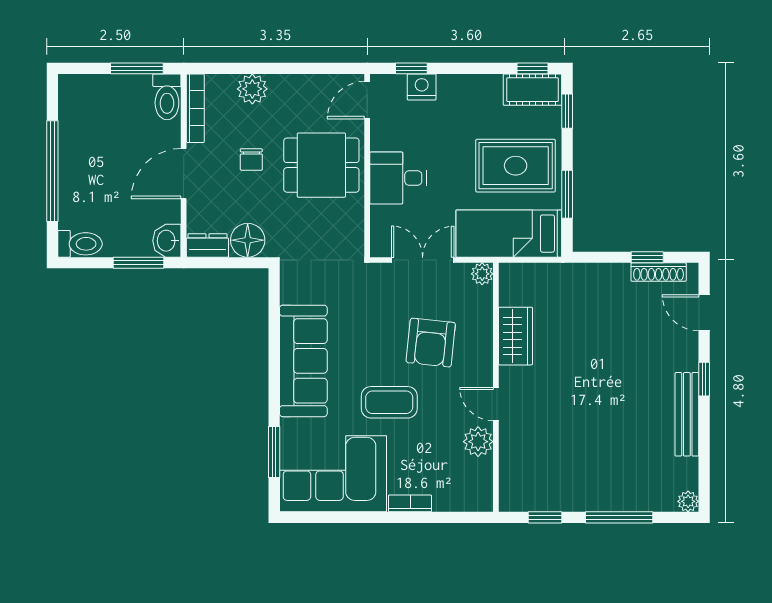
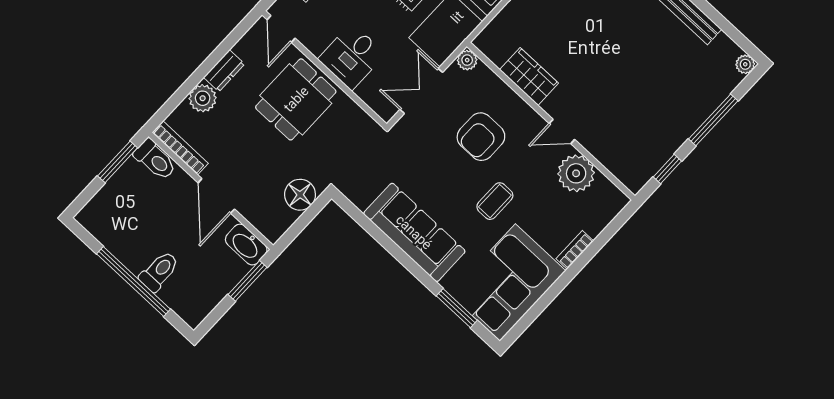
chair: (251, 159) -> (249, 142), removed
washbasin: (167, 241) -> (246, 245), width x1.38
toilet: (80, 244) -> (159, 271), moved
dresser: (207, 245) -> (224, 71), moved, turned 180
armchair: (431, 343) -> (481, 137), turned 84
coffee table: (389, 402) -> (495, 201), width x0.73, depth x0.77
plant: (478, 442) -> (576, 173), width x1.36, depth x1.36

